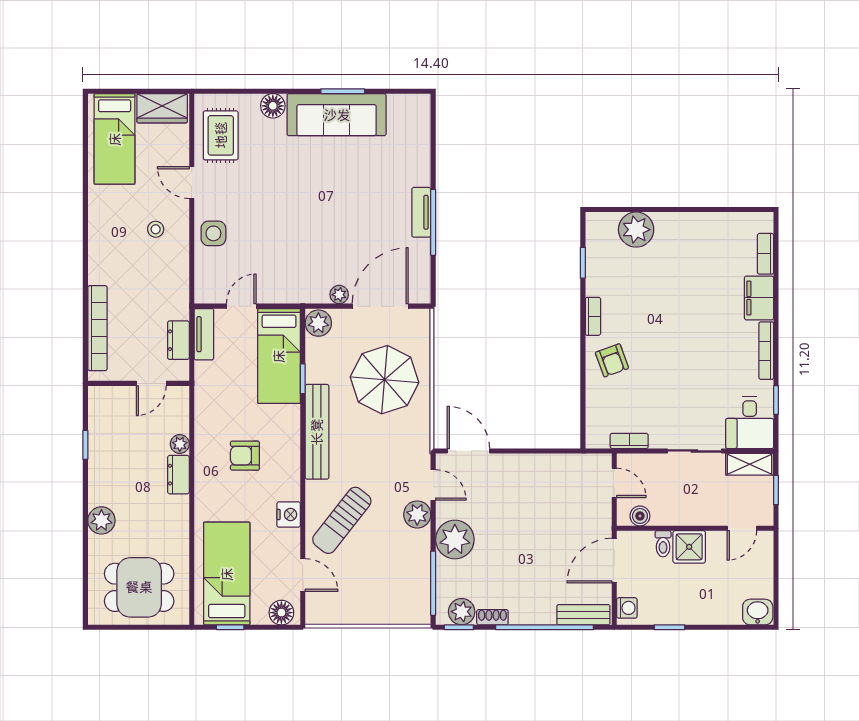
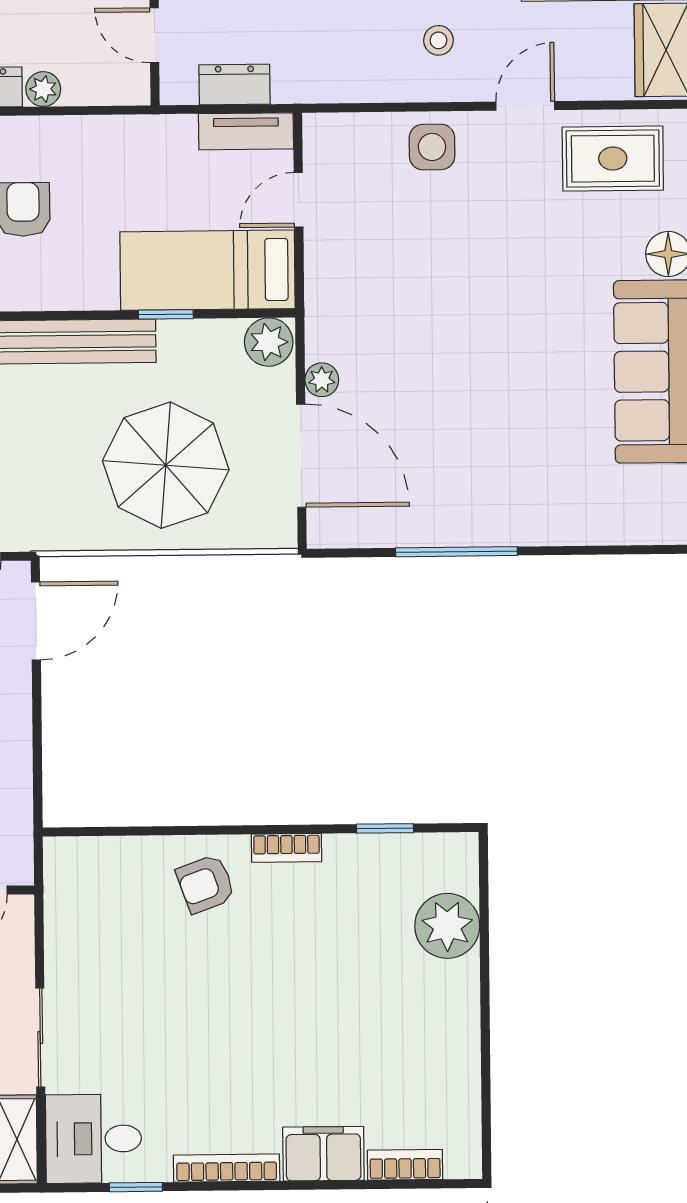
tv unit: (421, 212) -> (475, 530), removed
door: (241, 306) -> (299, 200), swing flipped
bookcase: (629, 441) -> (57, 917), removed

